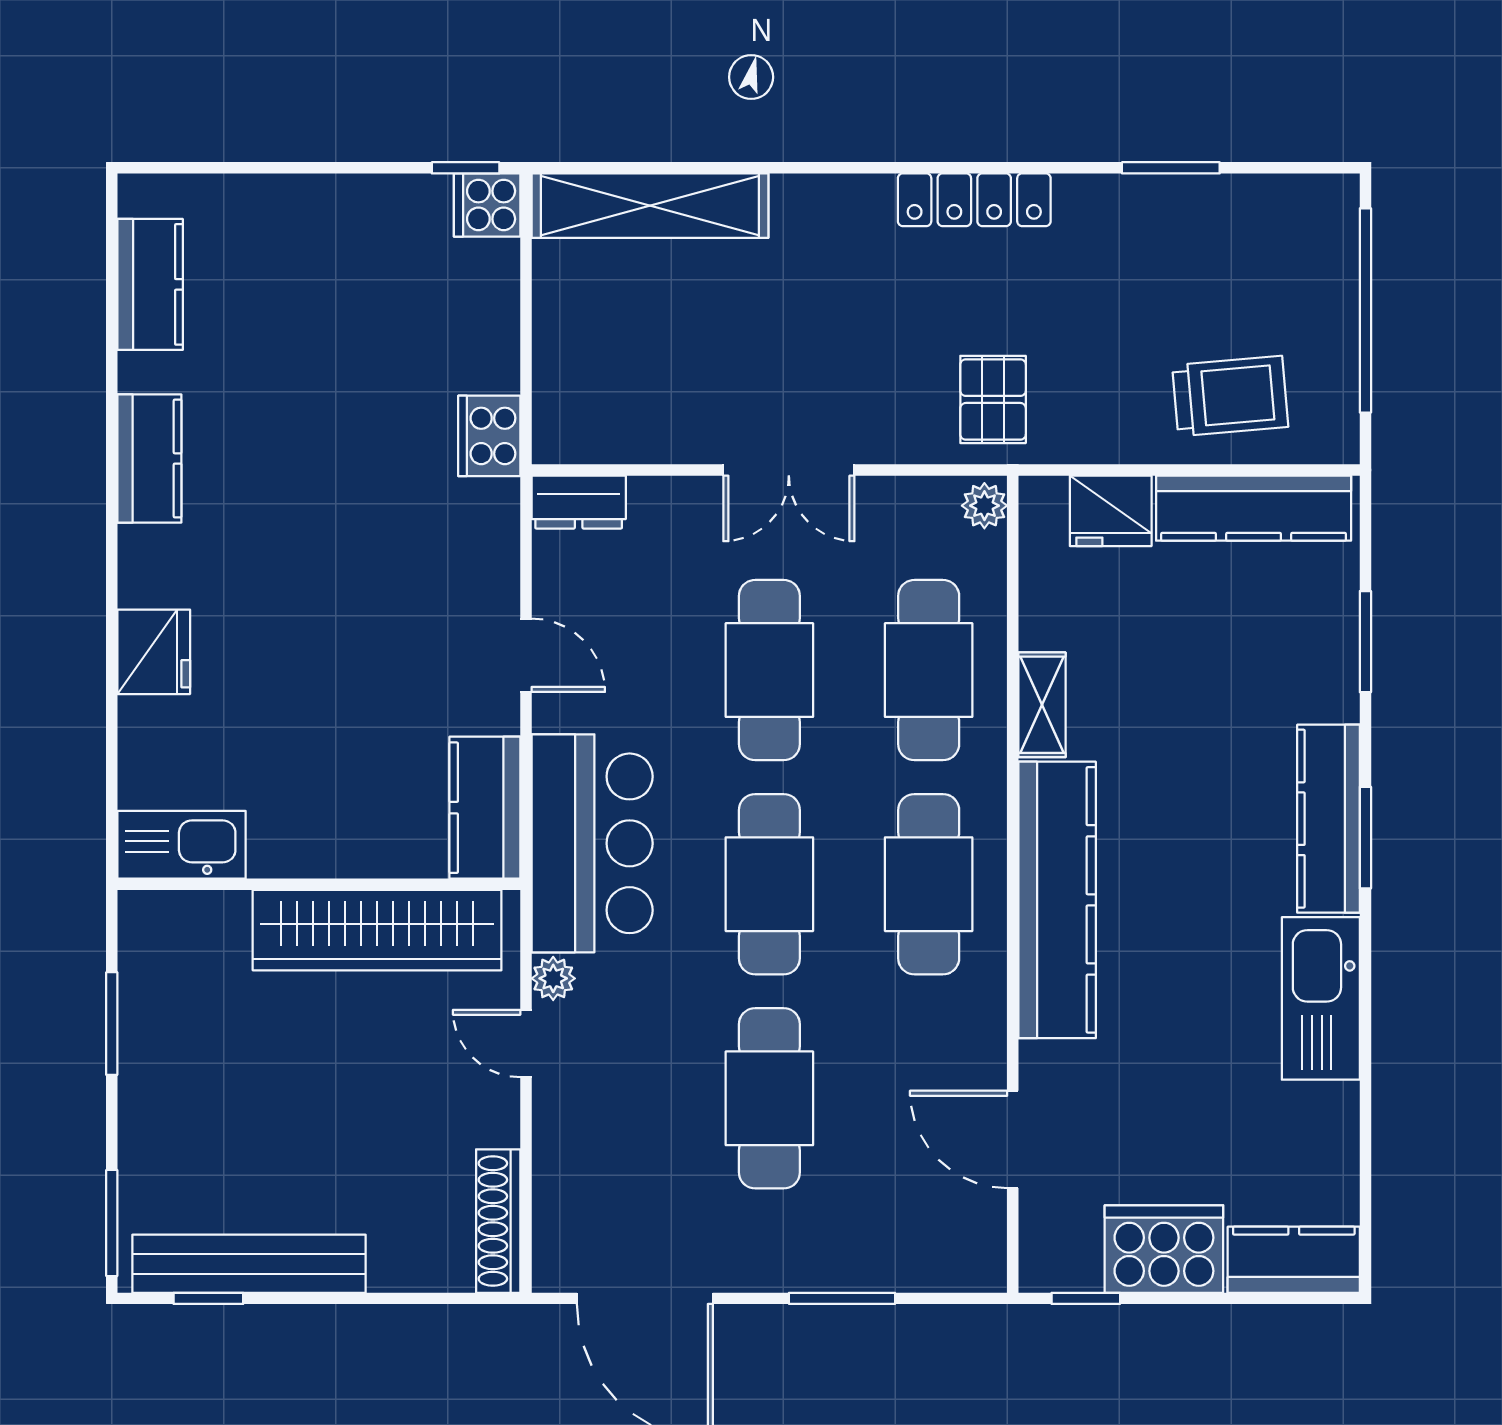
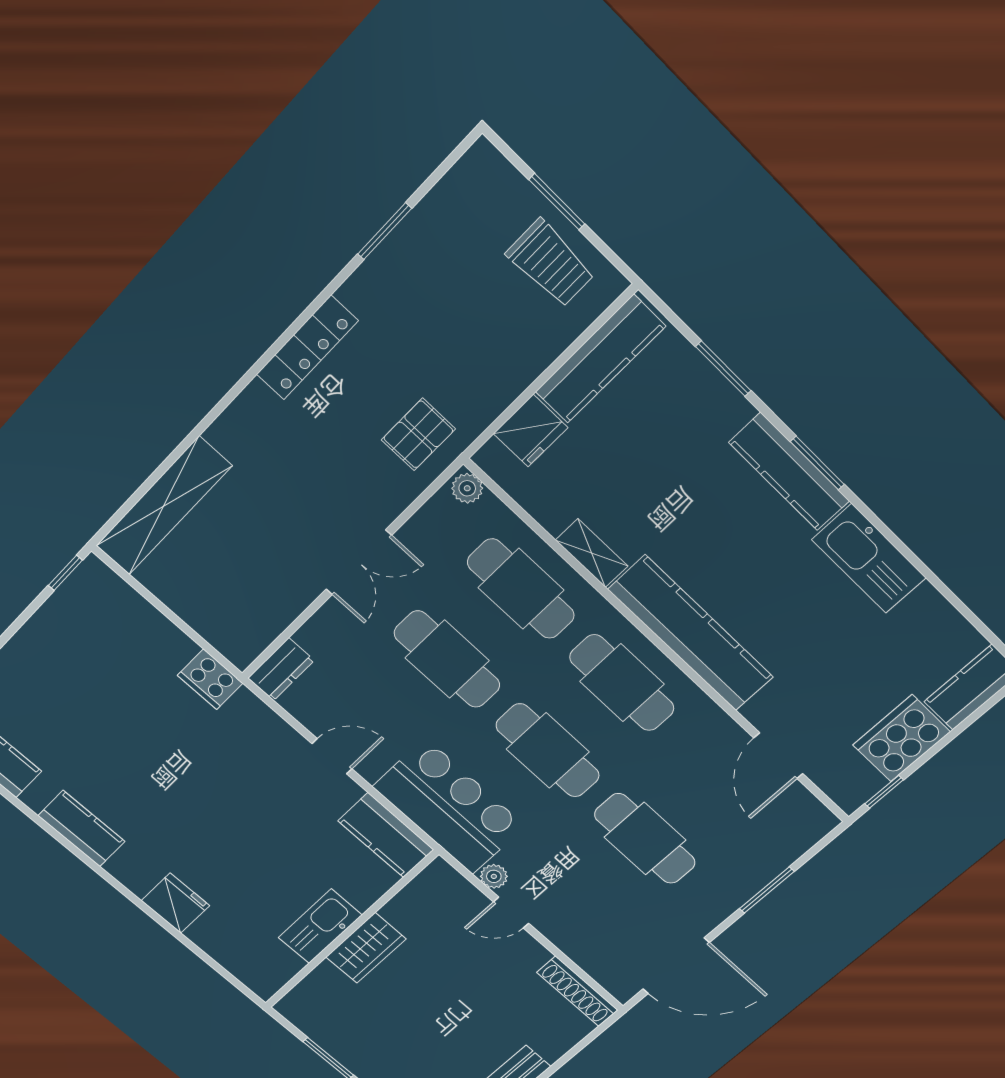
cooker: (487, 205) -> (93, 580), removed
window: (1365, 310) -> (557, 202), width x0.47
trolley: (1230, 396) -> (551, 263), moved, turned 95
pallet: (993, 399) -> (418, 434), turned 90
kitchen sink: (182, 845) -> (320, 926), moved
wardrobe: (377, 930) -> (366, 948), width x0.48, depth x0.85
door: (1013, 1139) -> (778, 756), hinge flipped

